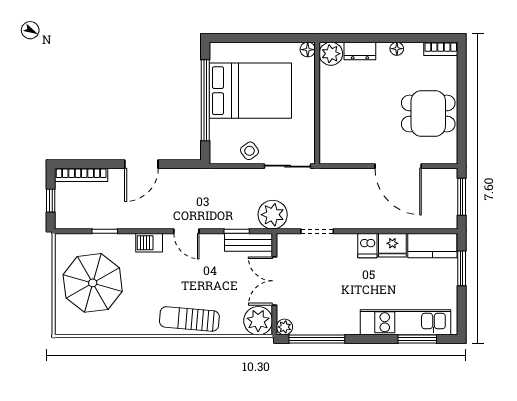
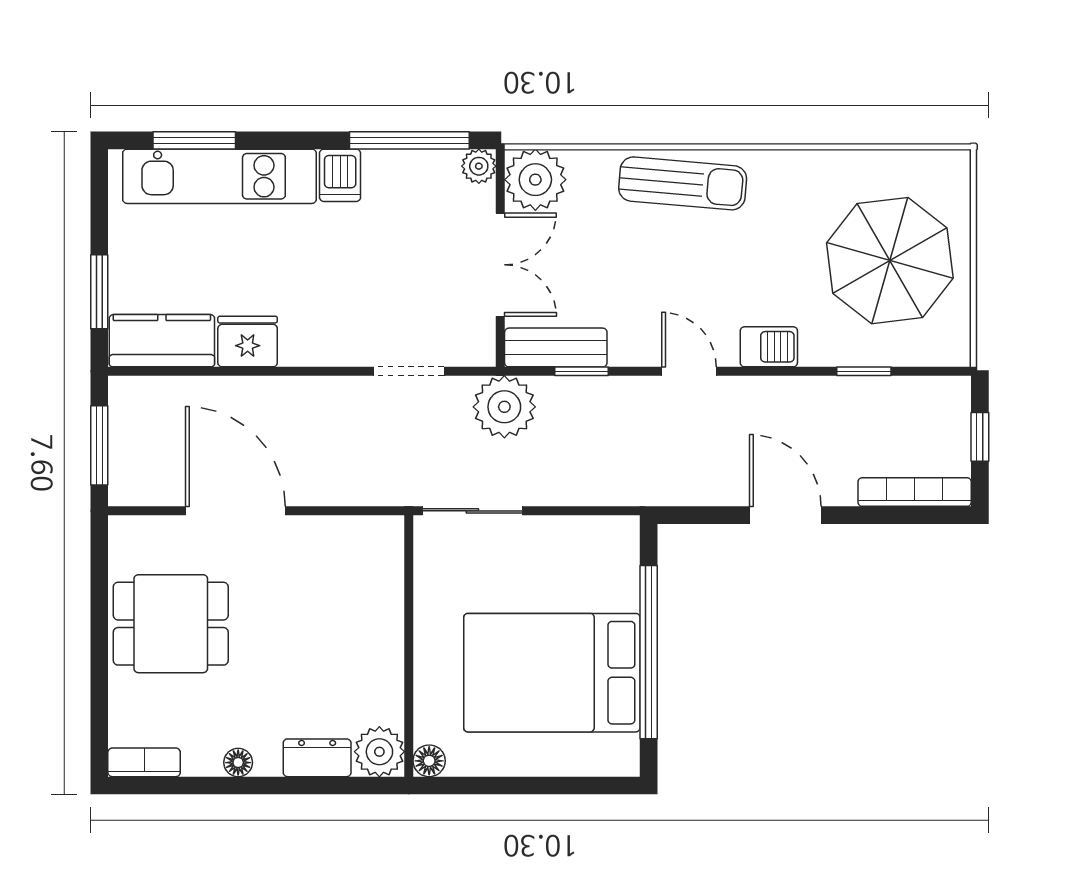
side table: (250, 151) -> (554, 544), removed
door: (141, 164) -> (785, 515), hinge flipped
dishwasher: (367, 246) -> (340, 175), moved, turned 180

